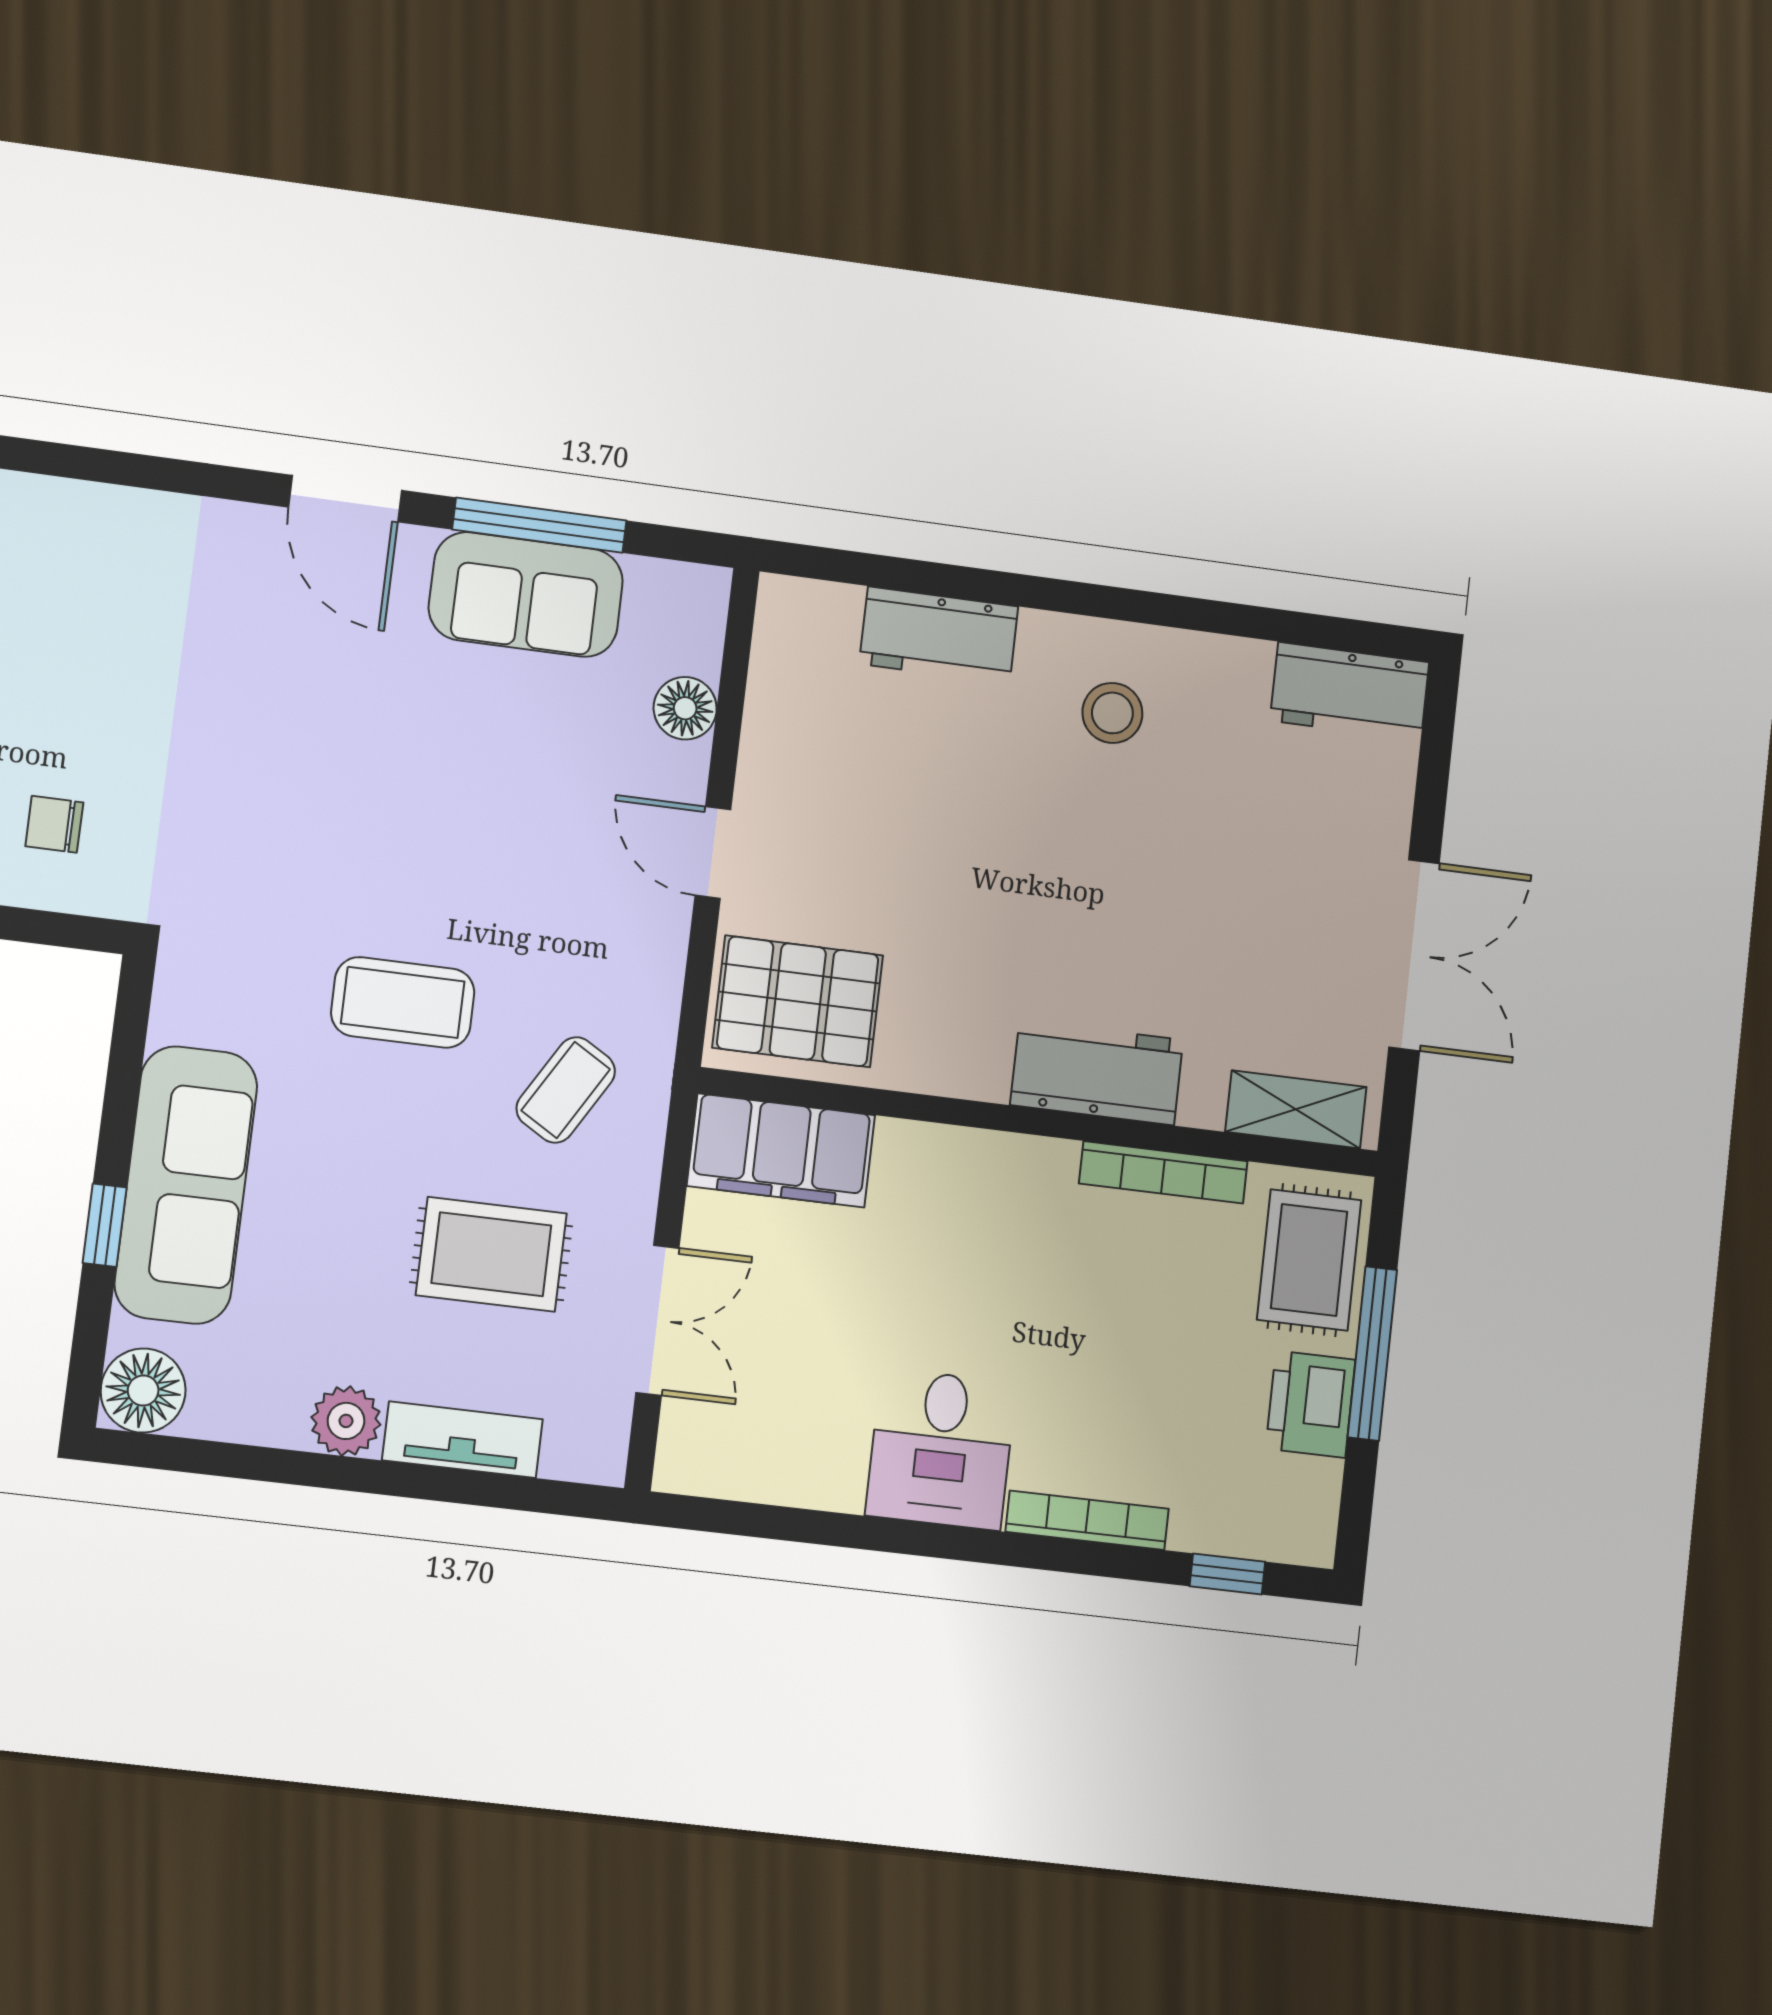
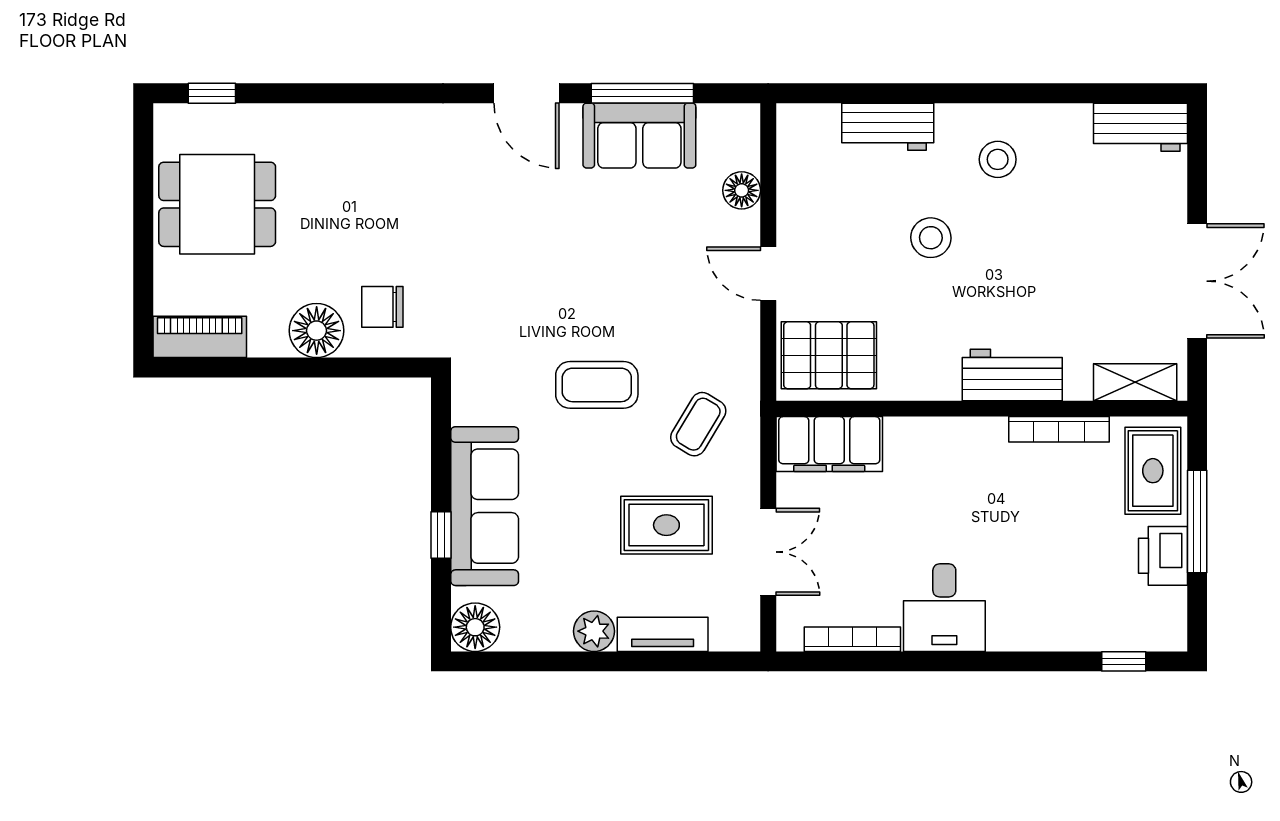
chair: (54, 824) -> (382, 307), width x1.37, depth x1.37
stool: (989, 828) -> (931, 238), added
bookcase: (1087, 1520) -> (852, 639), moved

